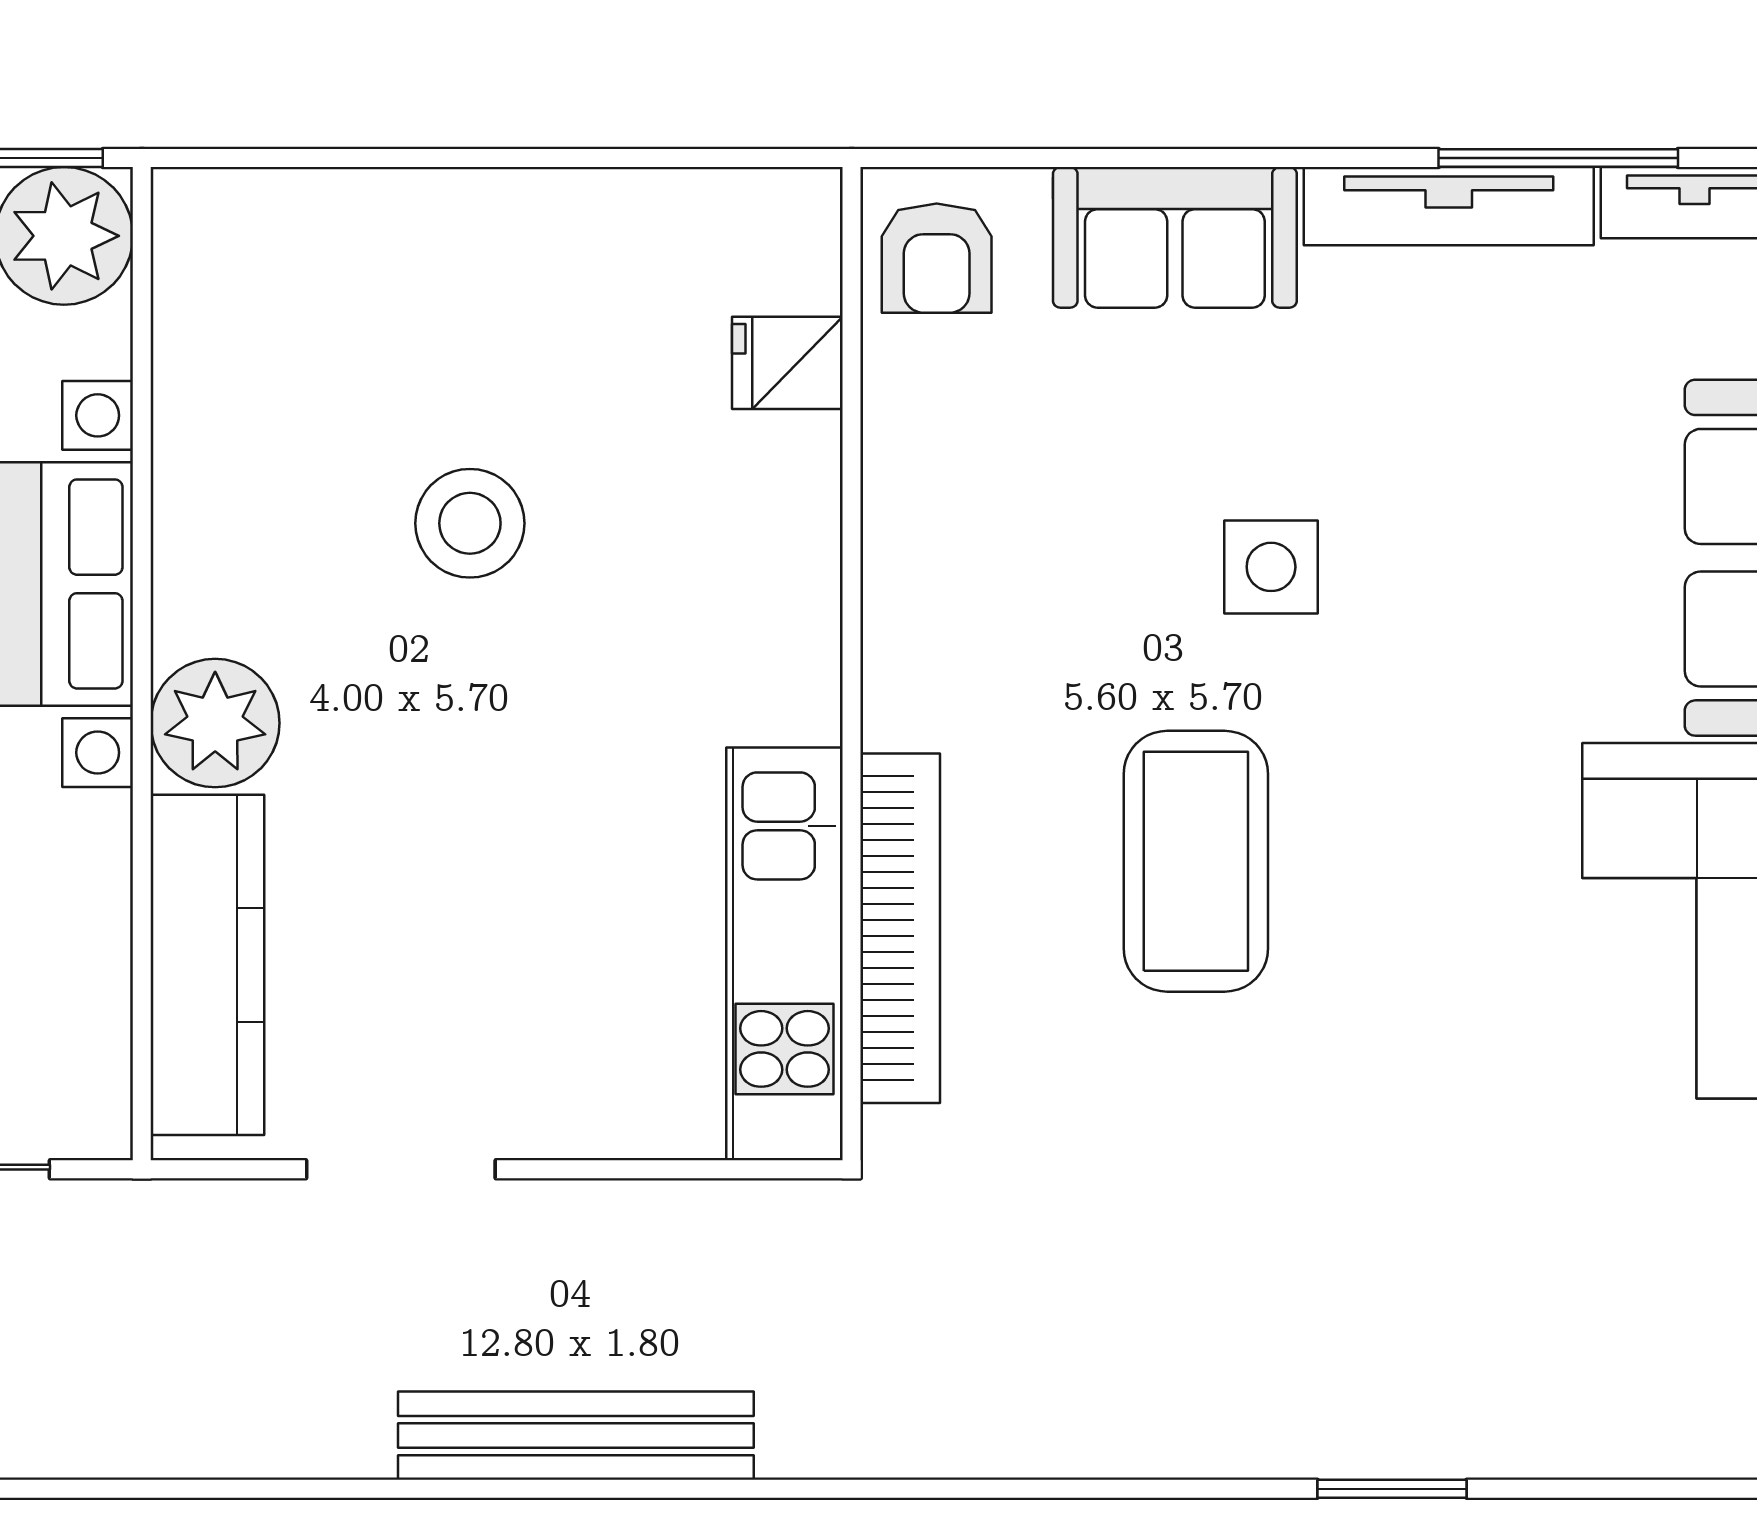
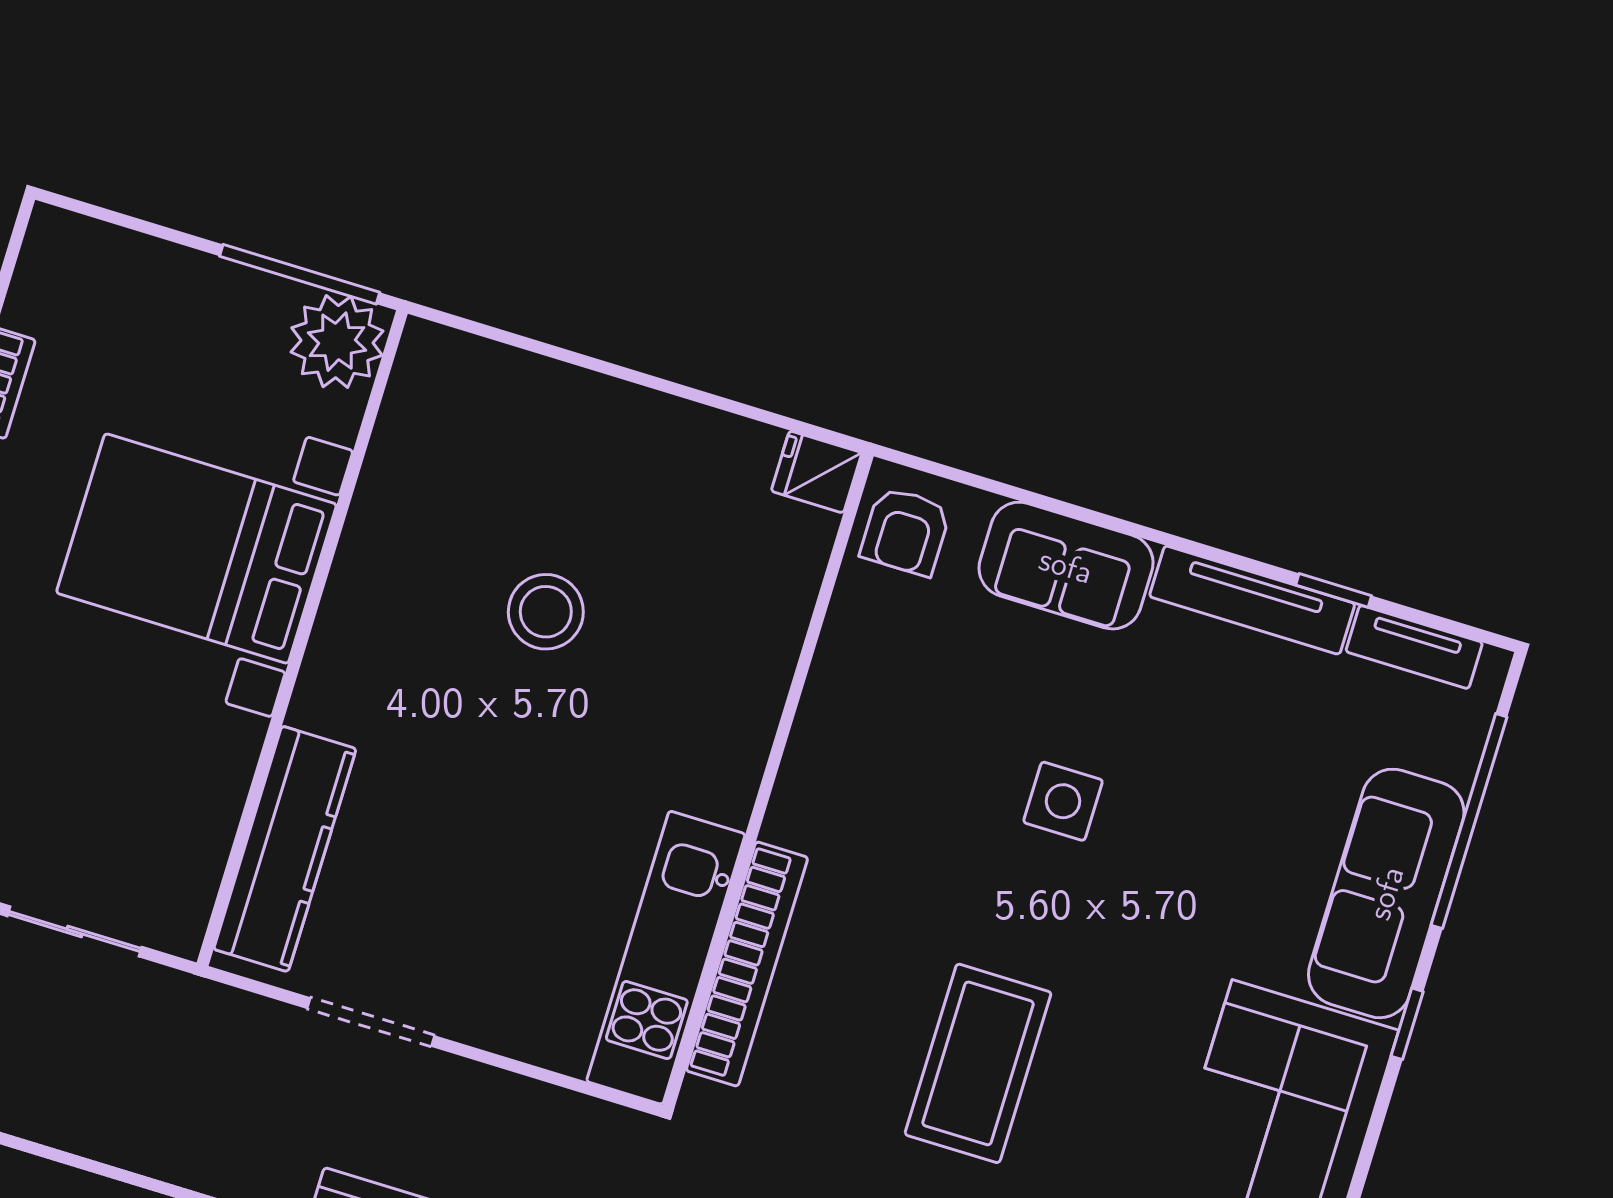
window: (1558, 158) -> (1334, 590), width x0.46
fridge: (787, 363) -> (817, 472), moved
plant: (215, 723) -> (338, 692), removed
coffee table: (1196, 861) -> (978, 1063), moved

